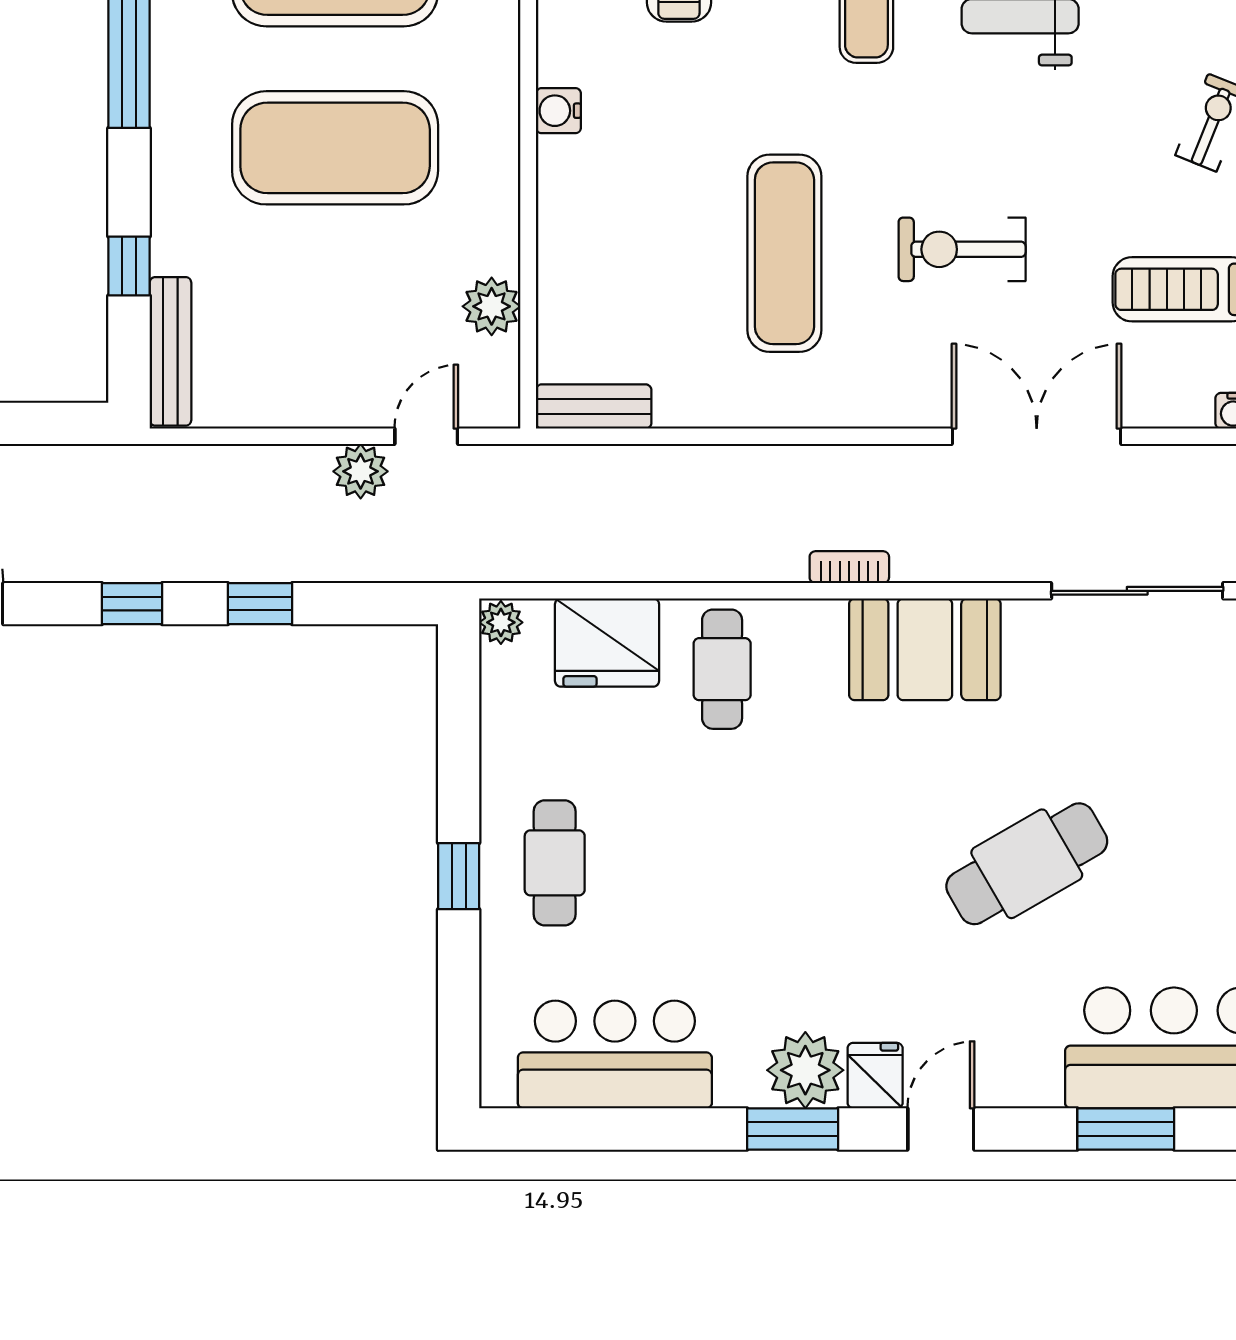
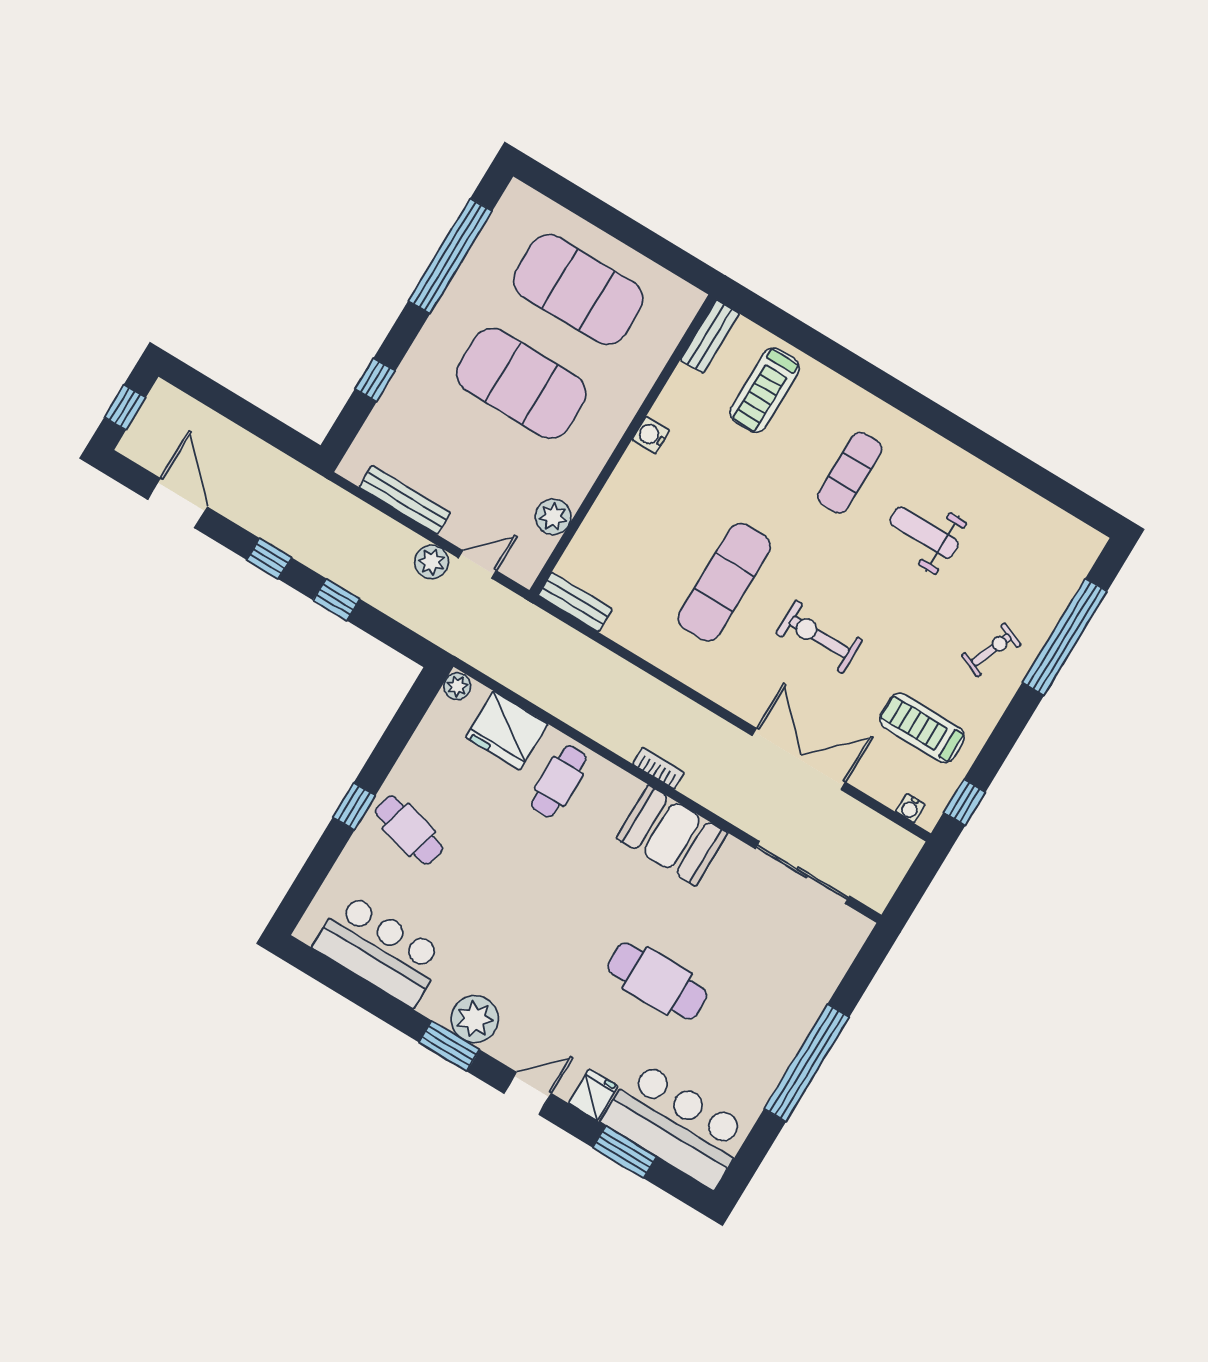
bench: (170, 351) -> (405, 500), moved, turned 90
cafe table: (555, 863) -> (409, 830), turned -75
cafe table: (1027, 864) -> (657, 981), turned 30
fridge: (875, 1076) -> (593, 1095), moved

